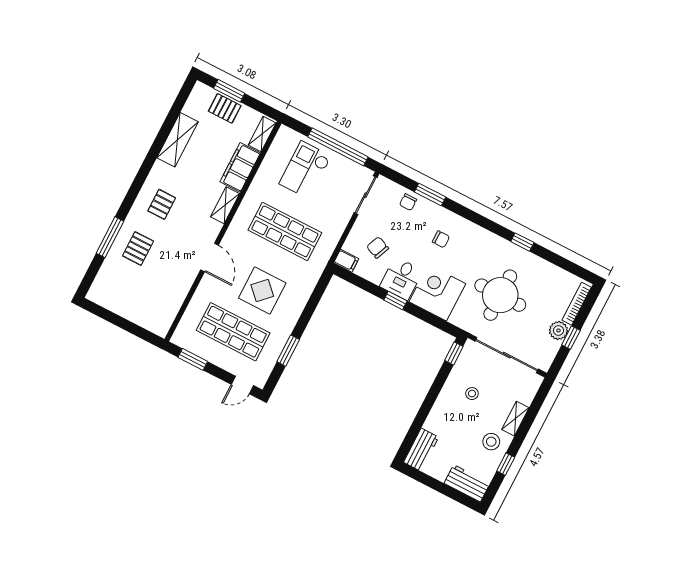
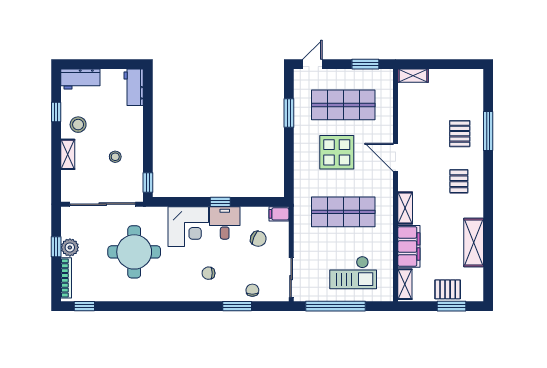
checkout: (305, 170) -> (353, 273), turned 90
window: (522, 242) -> (84, 306), moved
shelving: (154, 325) -> (413, 76), added

